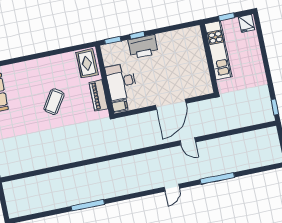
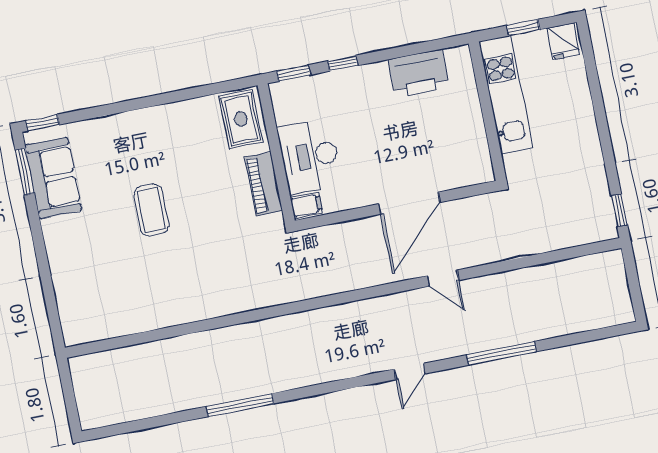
printer: (143, 47) -> (419, 73), moved
coffee table: (54, 102) -> (151, 210), moved, turned -33

